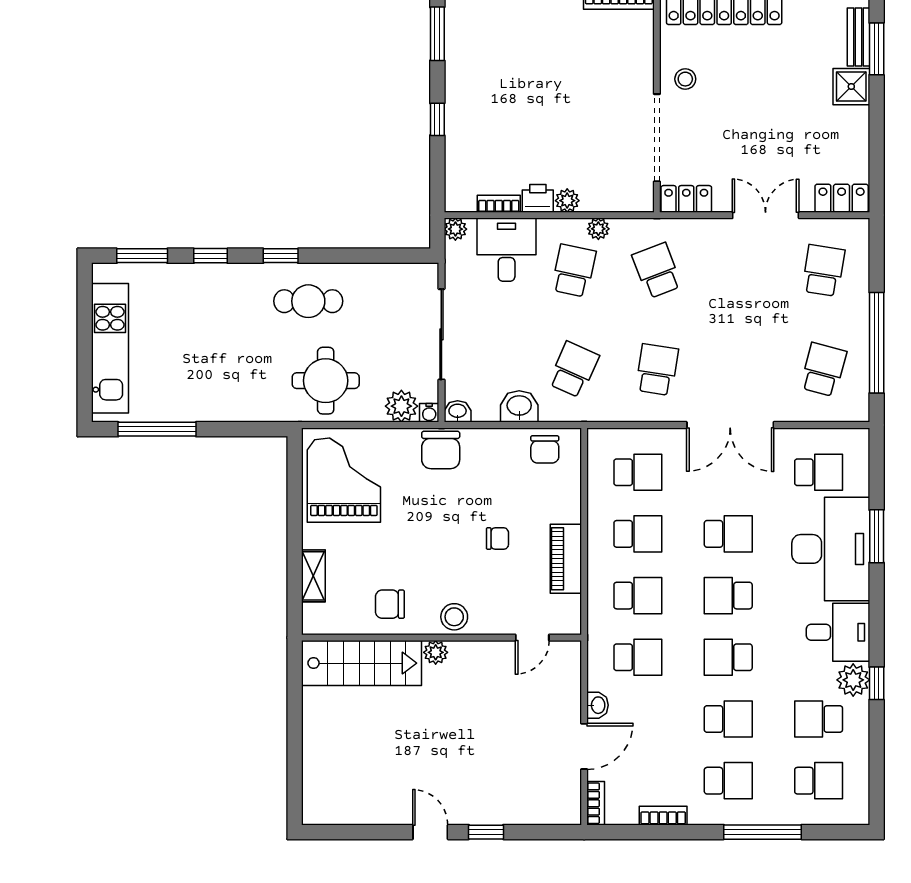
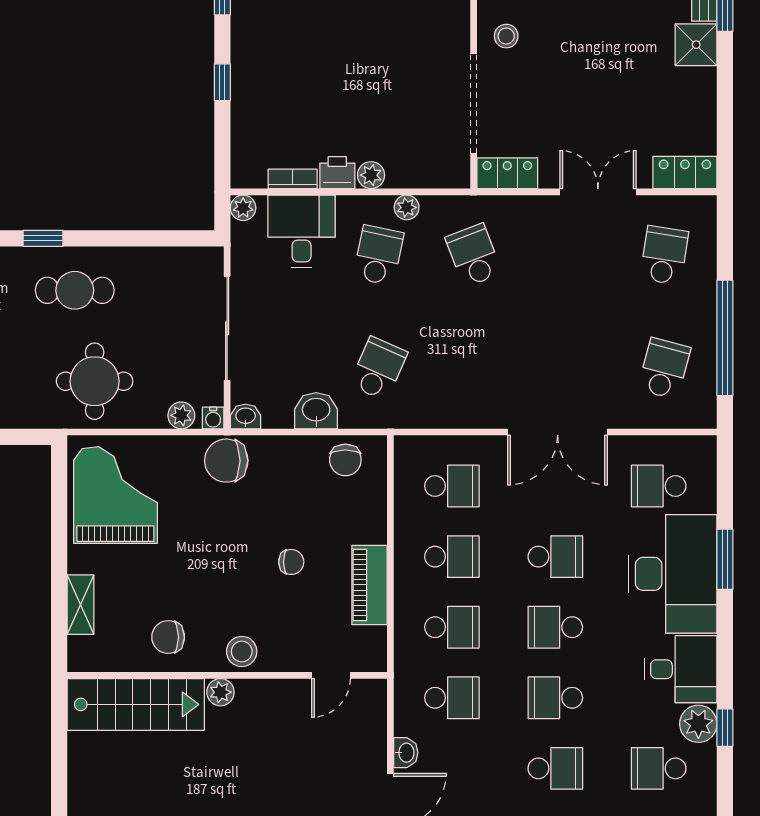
school desk: (657, 370) -> (474, 369), removed
plant: (401, 406) -> (181, 415), width x0.73, depth x0.73
chair: (441, 450) -> (226, 461), turned 90
school desk: (819, 472) -> (659, 486), turned 180

